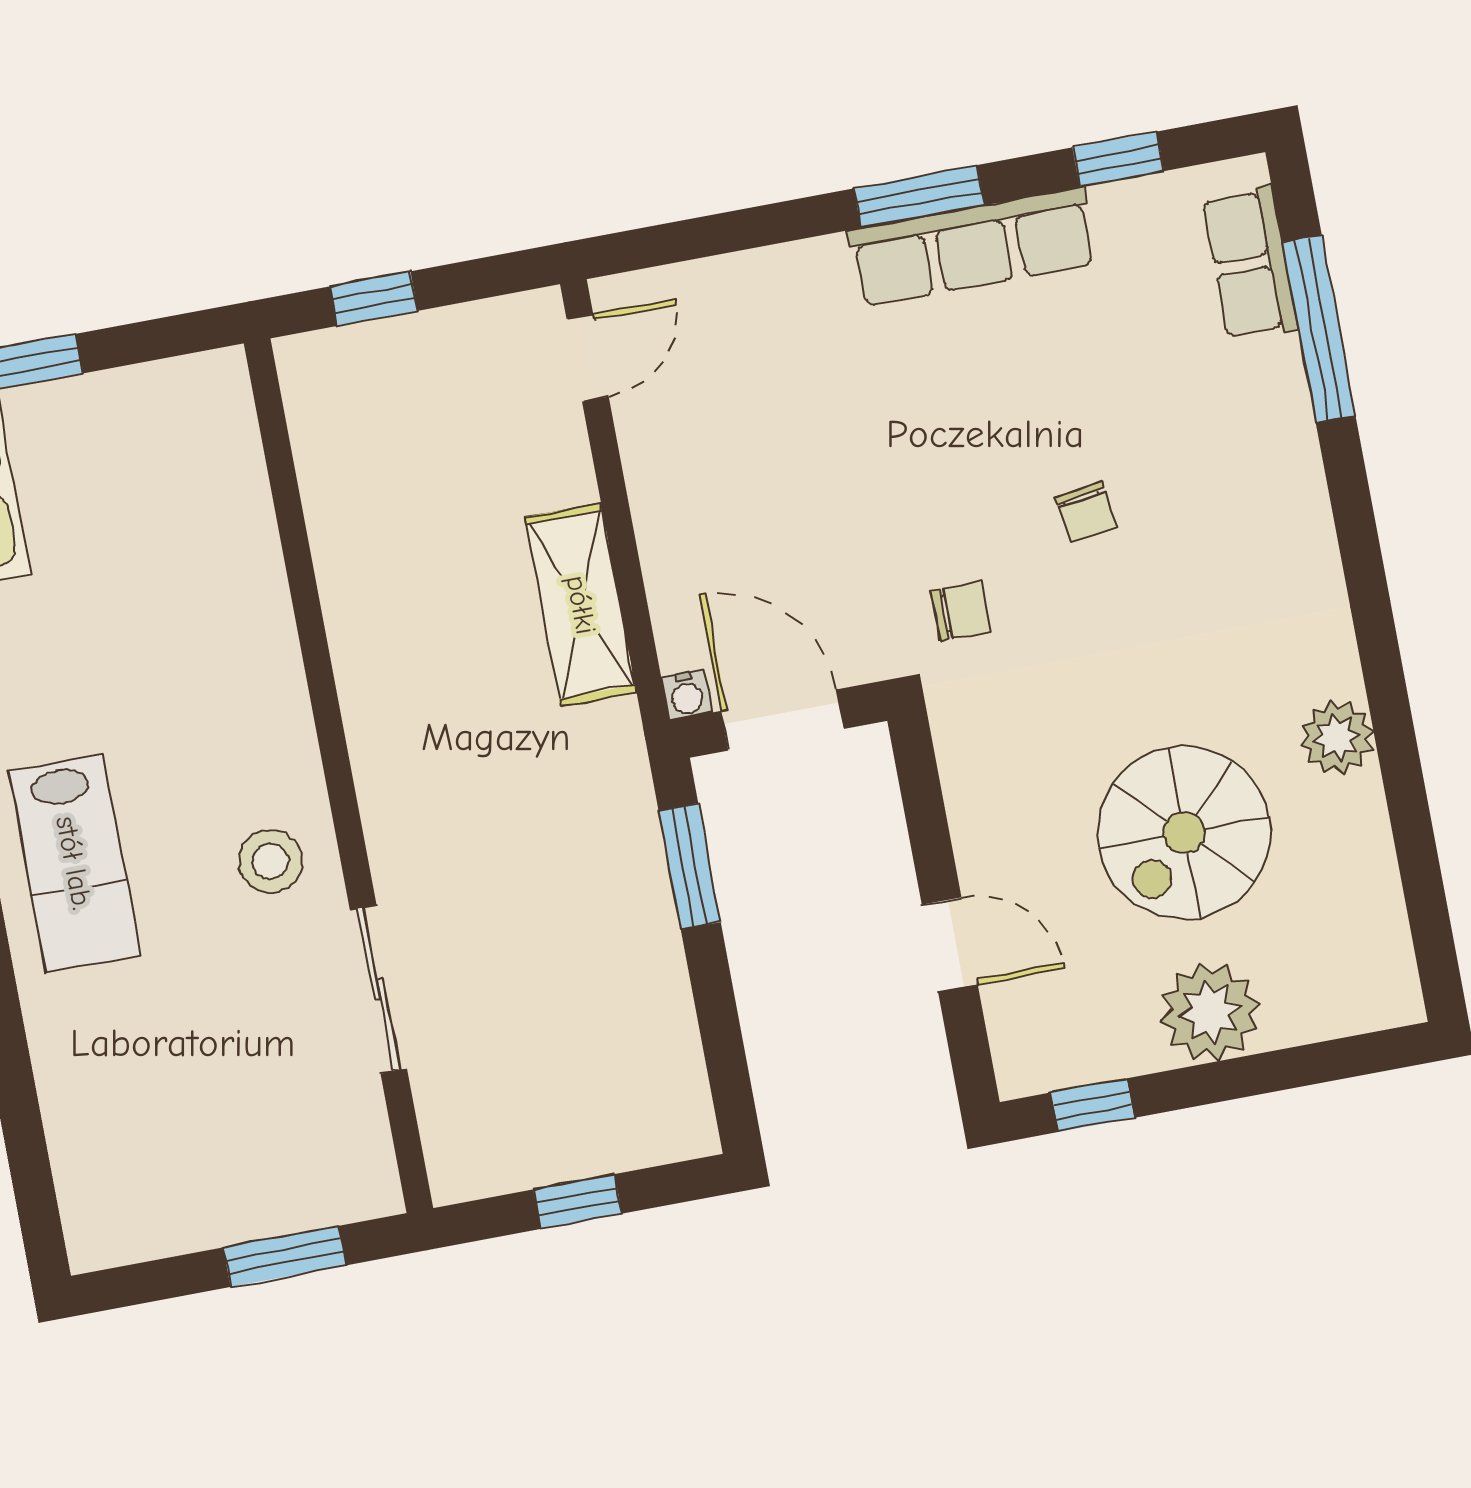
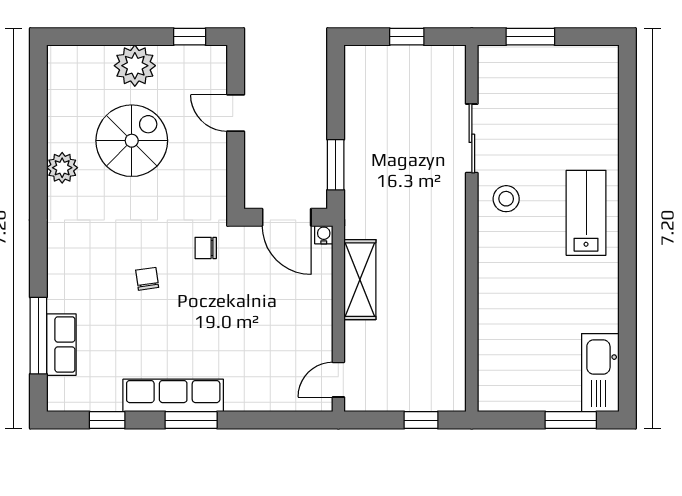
row of seats: (1250, 263) -> (61, 345), moved

